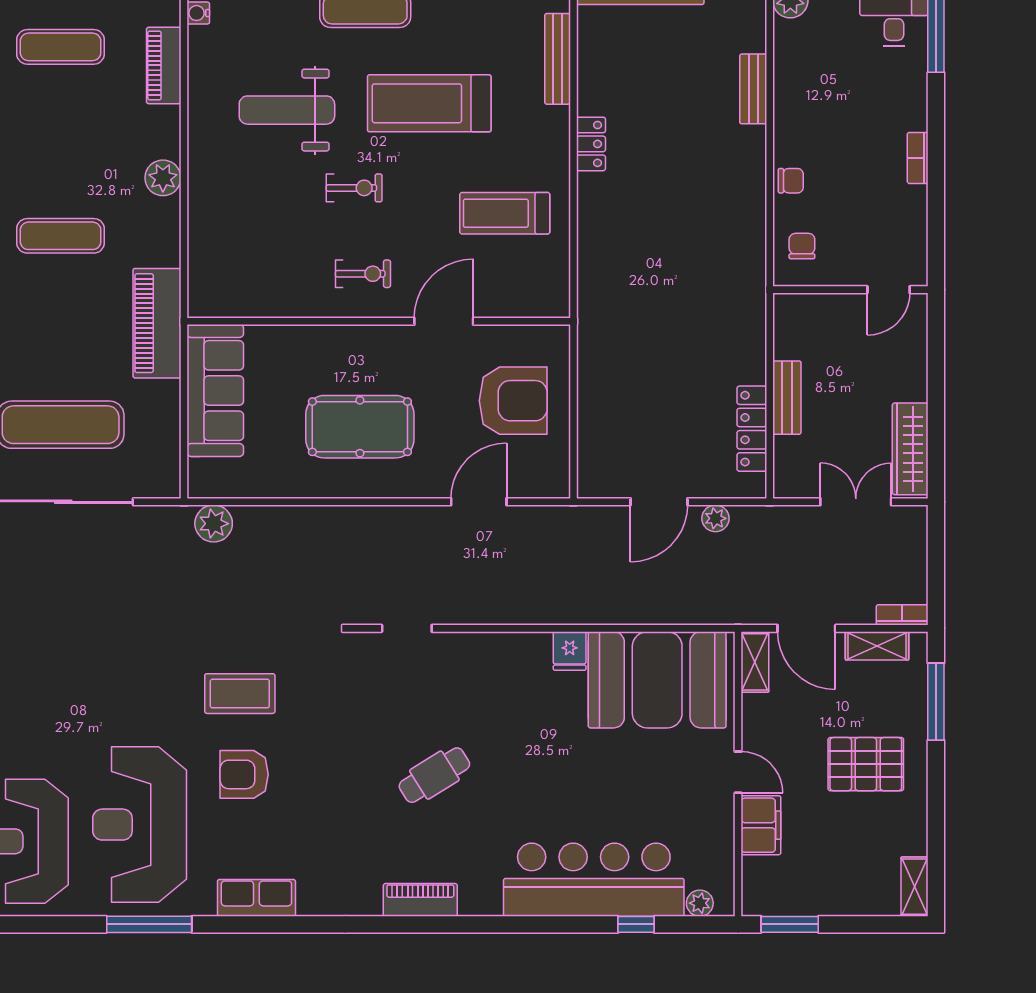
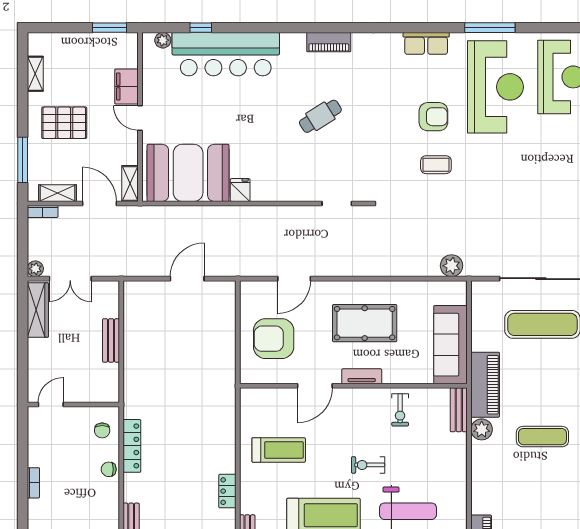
plant: (163, 178) -> (482, 429), moved
exercise bike: (363, 274) -> (400, 410), moved, turned -90
bench: (201, 281) -> (459, 410), added
tv unit: (365, 337) -> (362, 376), added
locker: (752, 429) -> (132, 446), moved
plant: (715, 518) -> (35, 269), moved
coffee table: (240, 694) -> (436, 165), width x0.73, depth x0.77
shelving: (915, 887) -> (35, 74), moved

